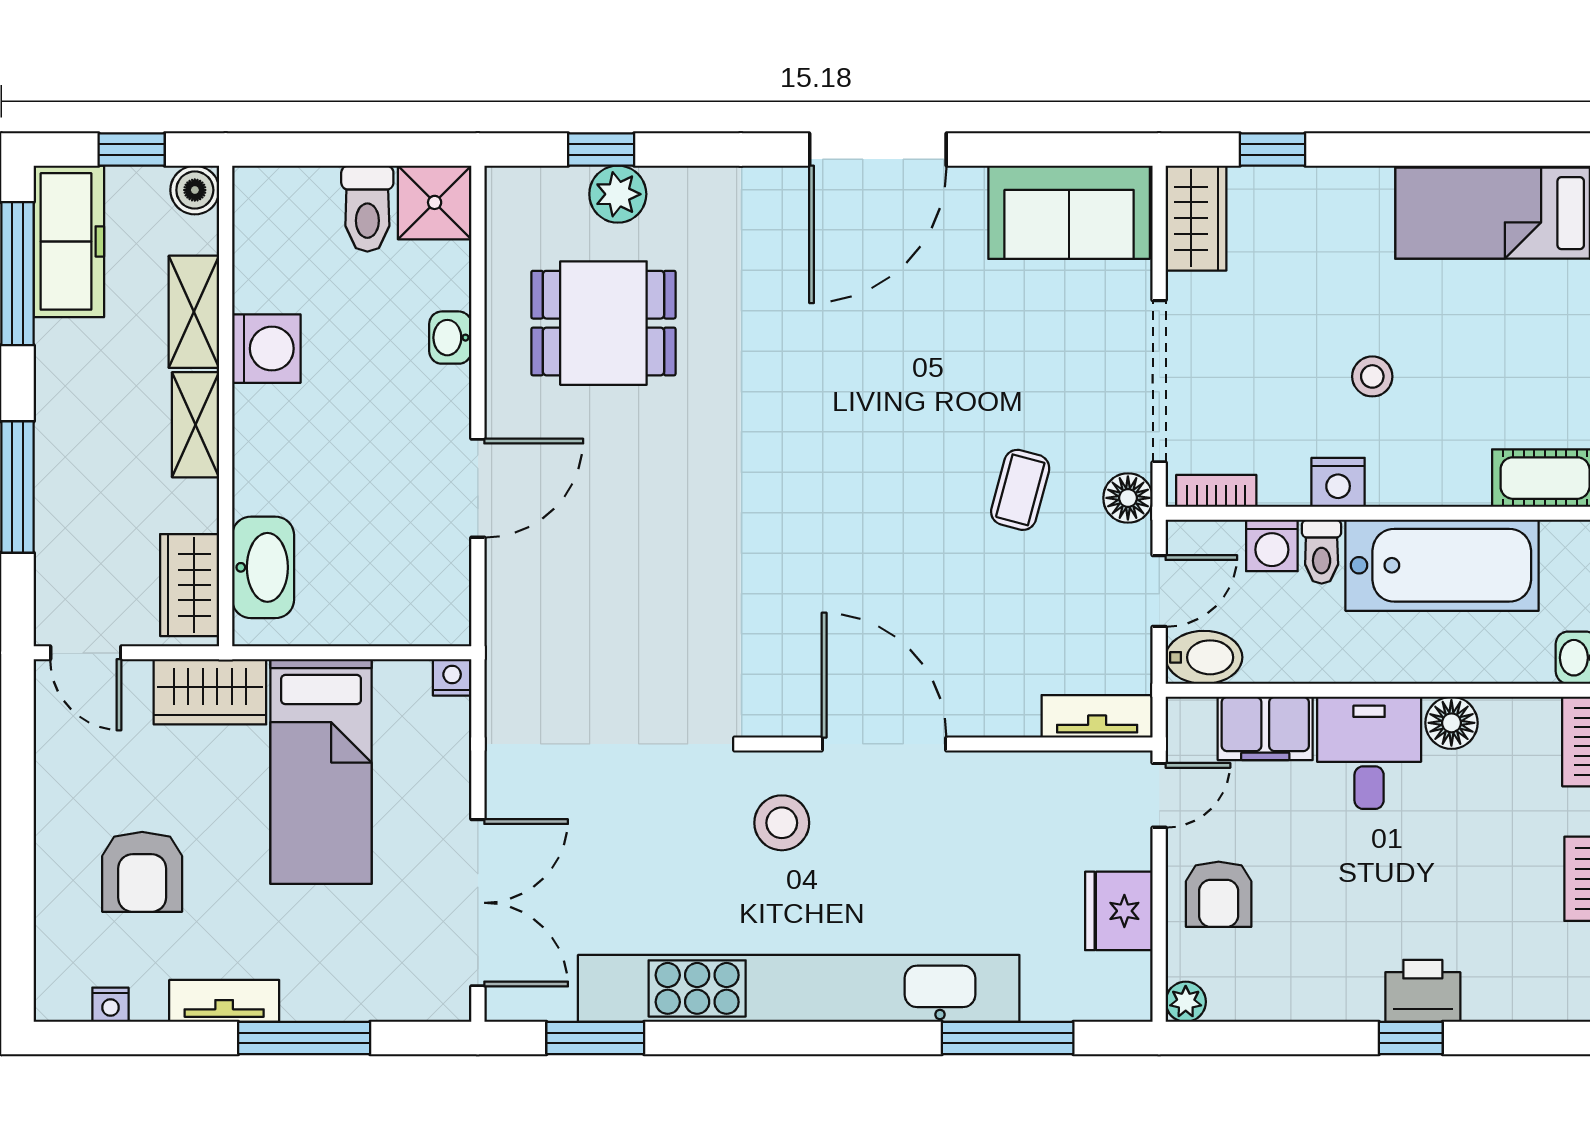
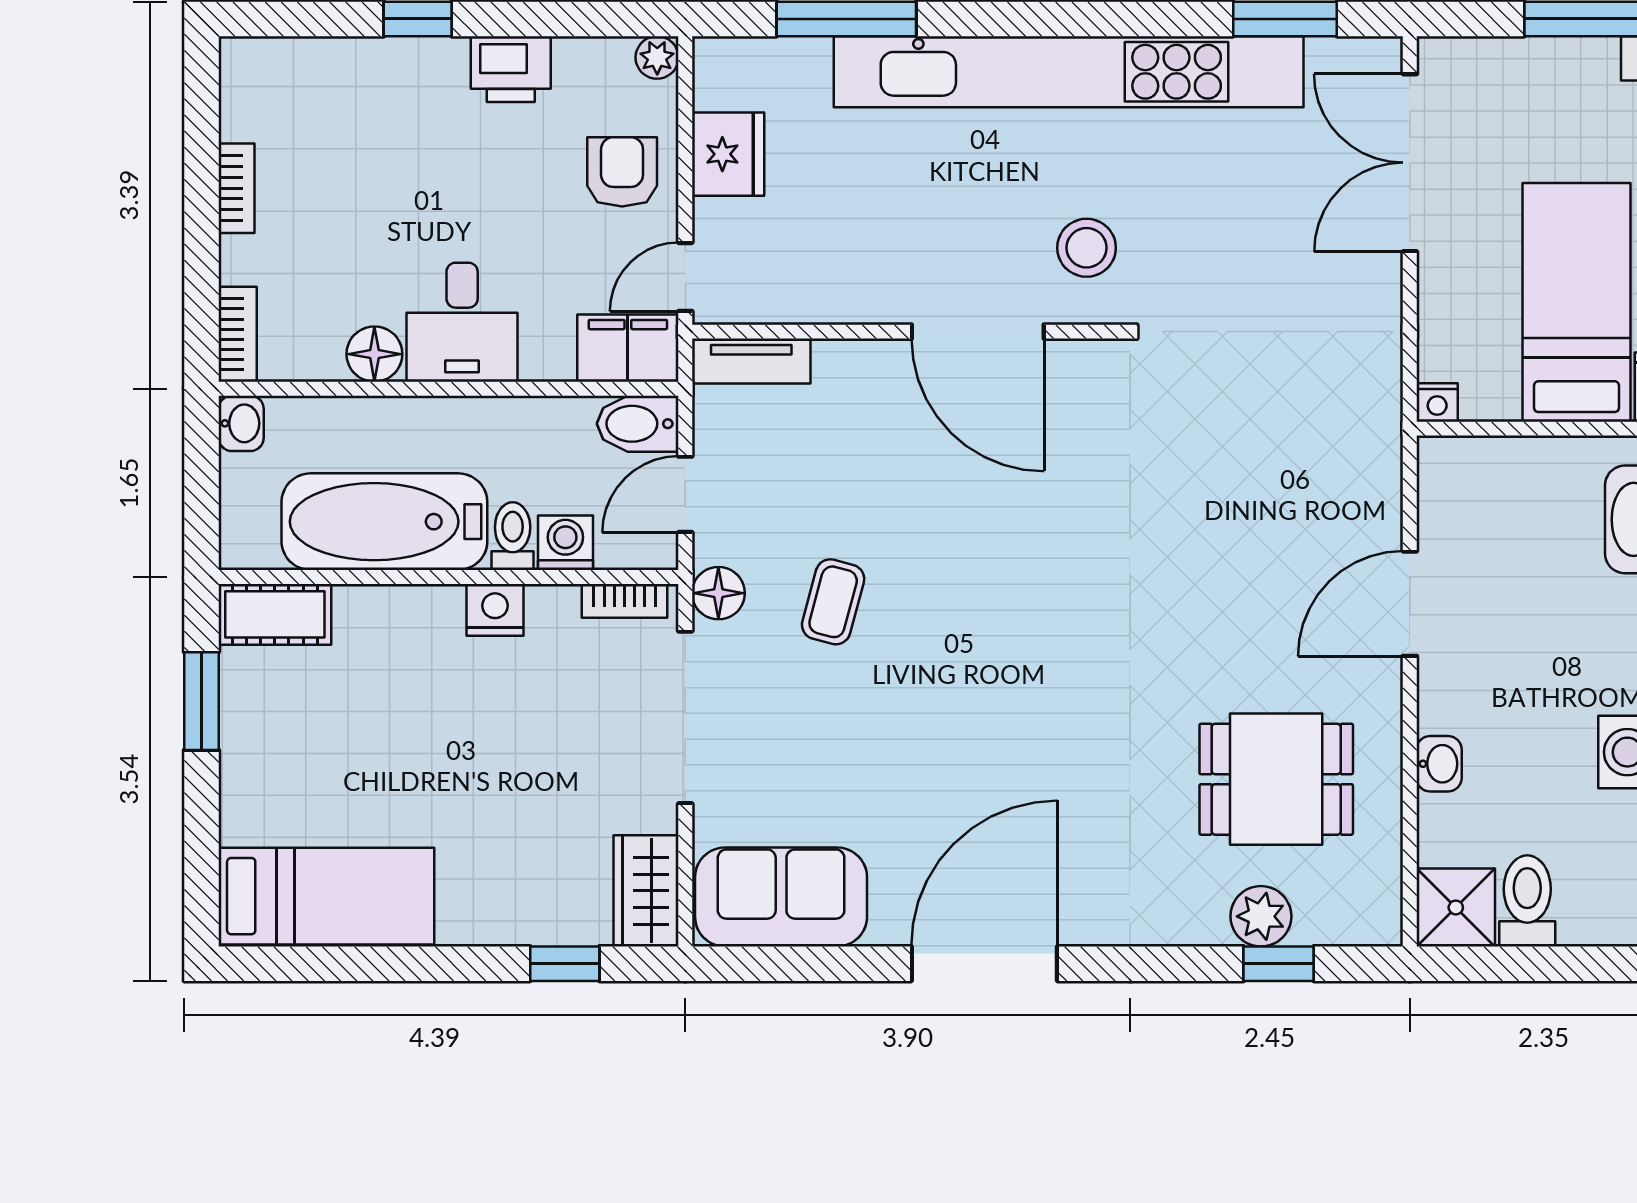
stool: (1372, 376) -> (459, 722), removed
filing cabinet: (1265, 728) -> (628, 348), moved
printer: (1423, 991) -> (511, 69), moved

